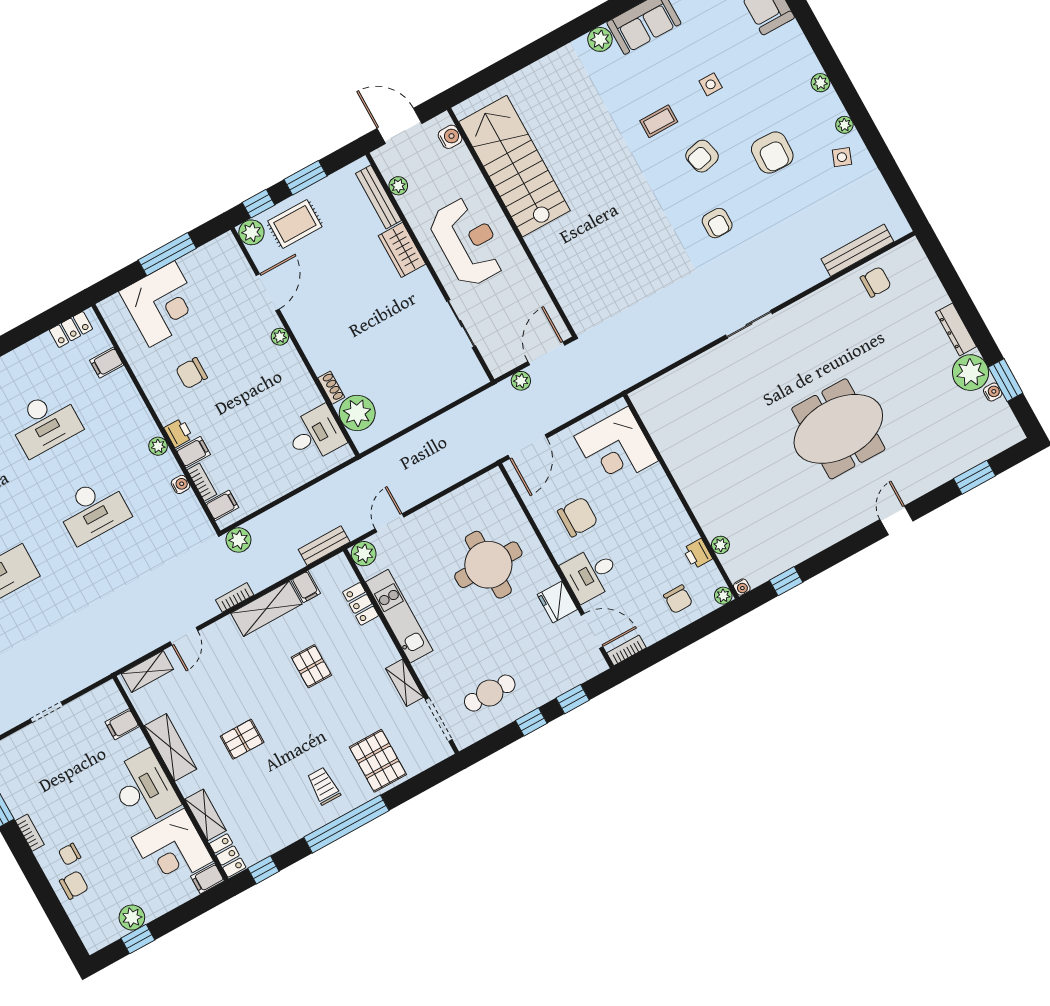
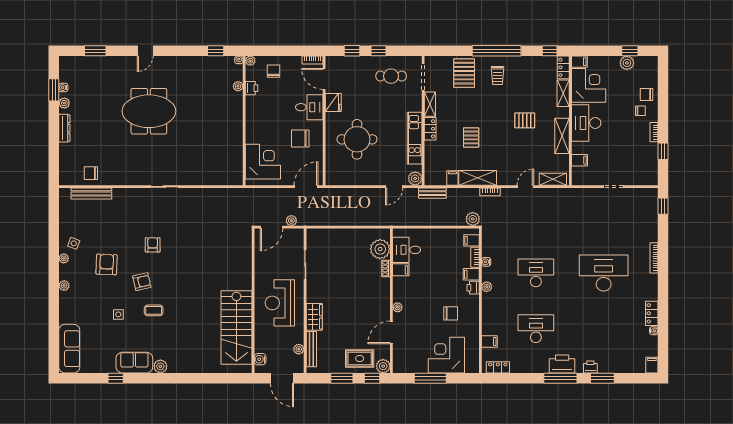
plant: (970, 373) -> (64, 103), width x0.53, depth x0.53
filing cabinet: (307, 398) -> (401, 270), added
locker: (361, 604) -> (430, 129), moved

